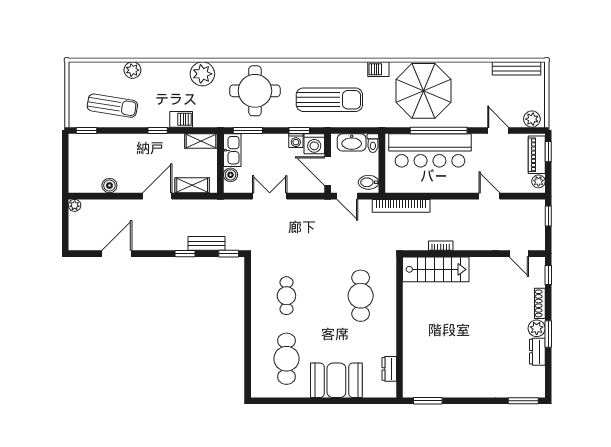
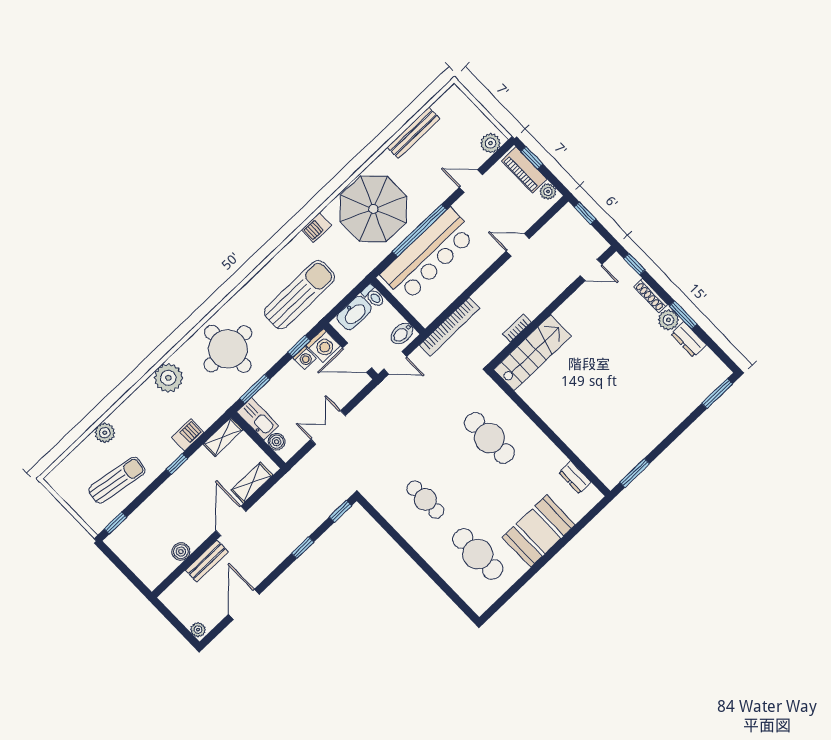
bench: (516, 68) -> (414, 133), moved
plant: (75, 205) -> (198, 630), moved
bench: (206, 243) -> (207, 561), moved

